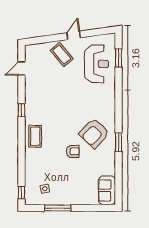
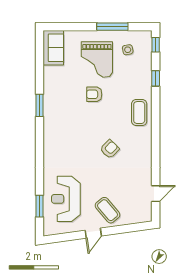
window: (21, 110) -> (156, 78), moved
armchair: (94, 133) -> (110, 149), moved, width x0.53, depth x0.53
grand piano: (70, 180) -> (97, 60), added

